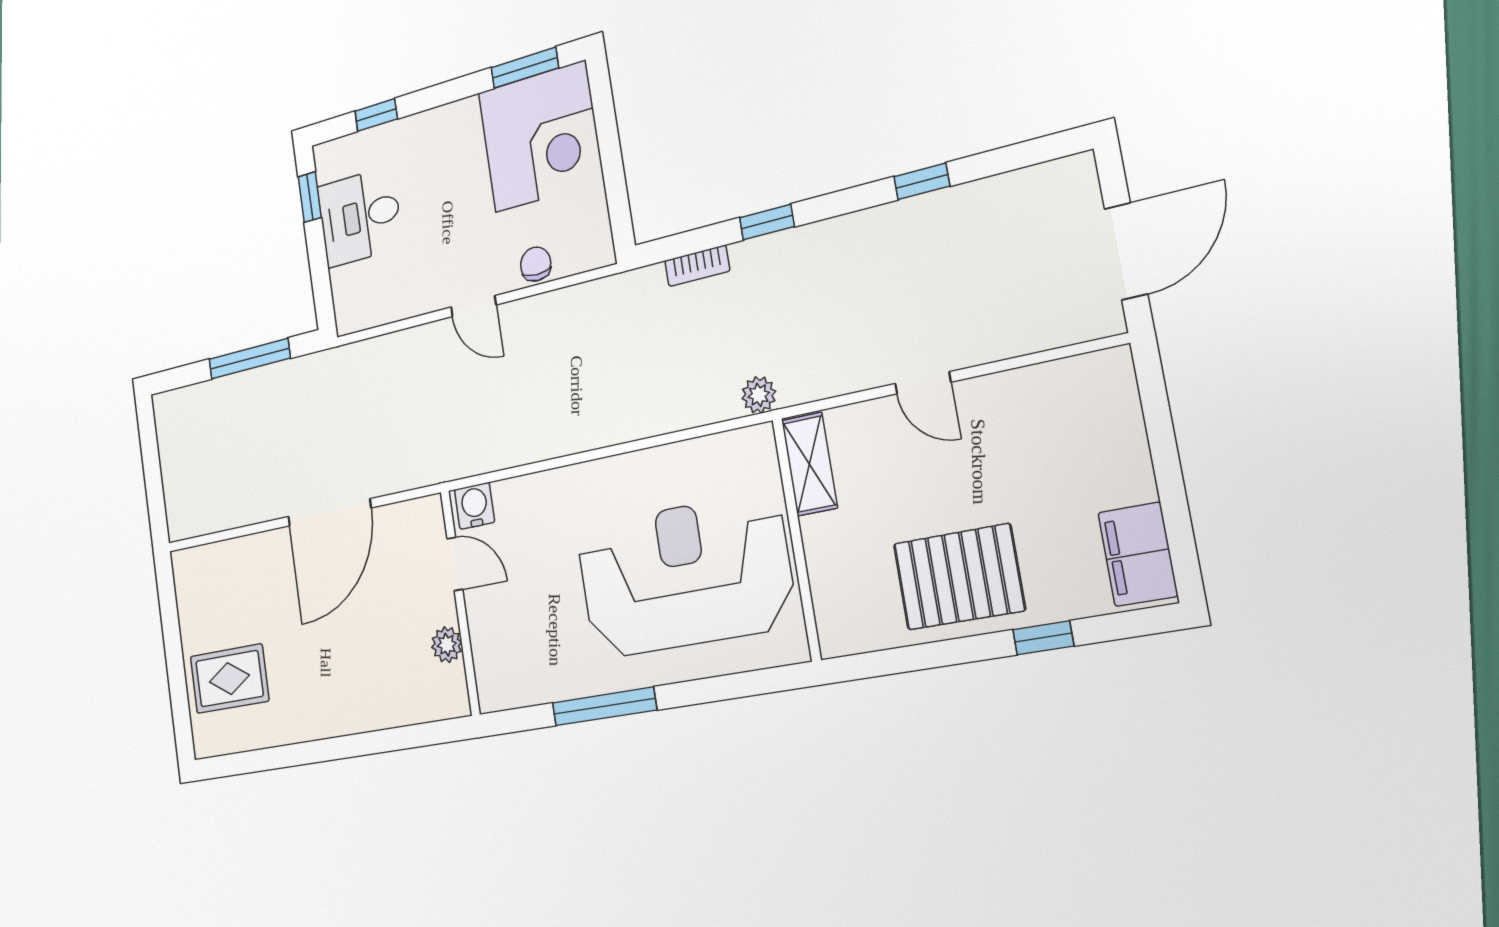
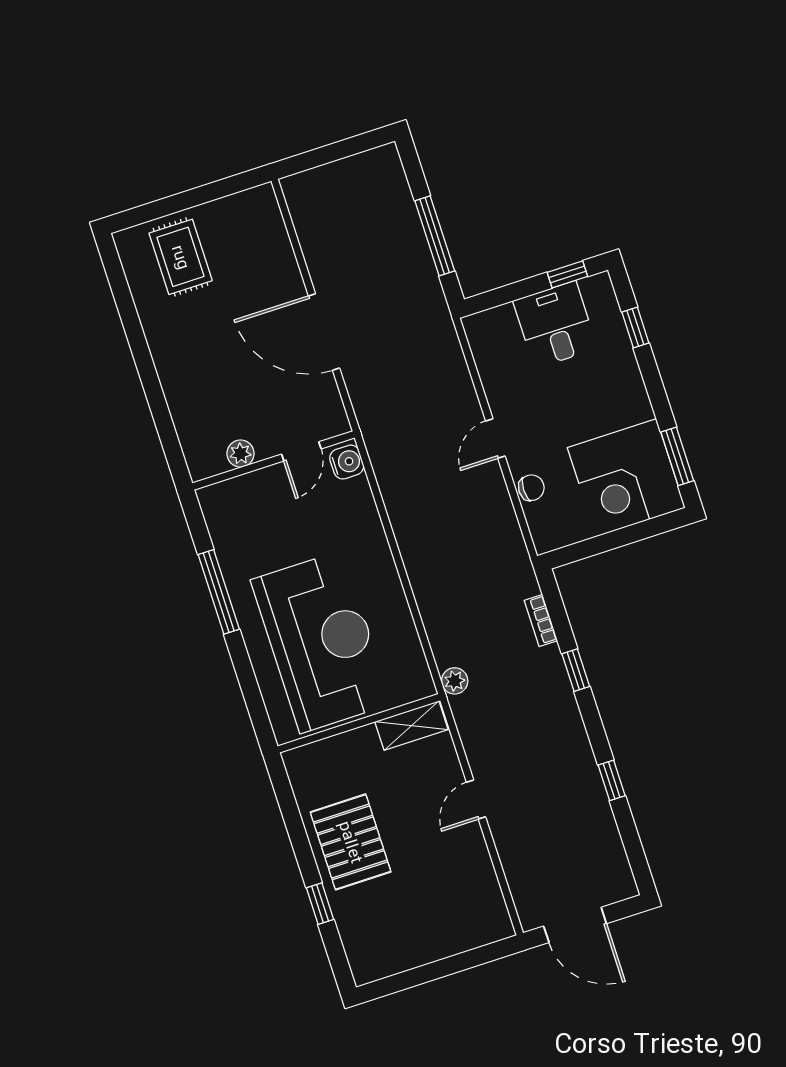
filing cabinet: (1138, 554) -> (383, 957), removed

